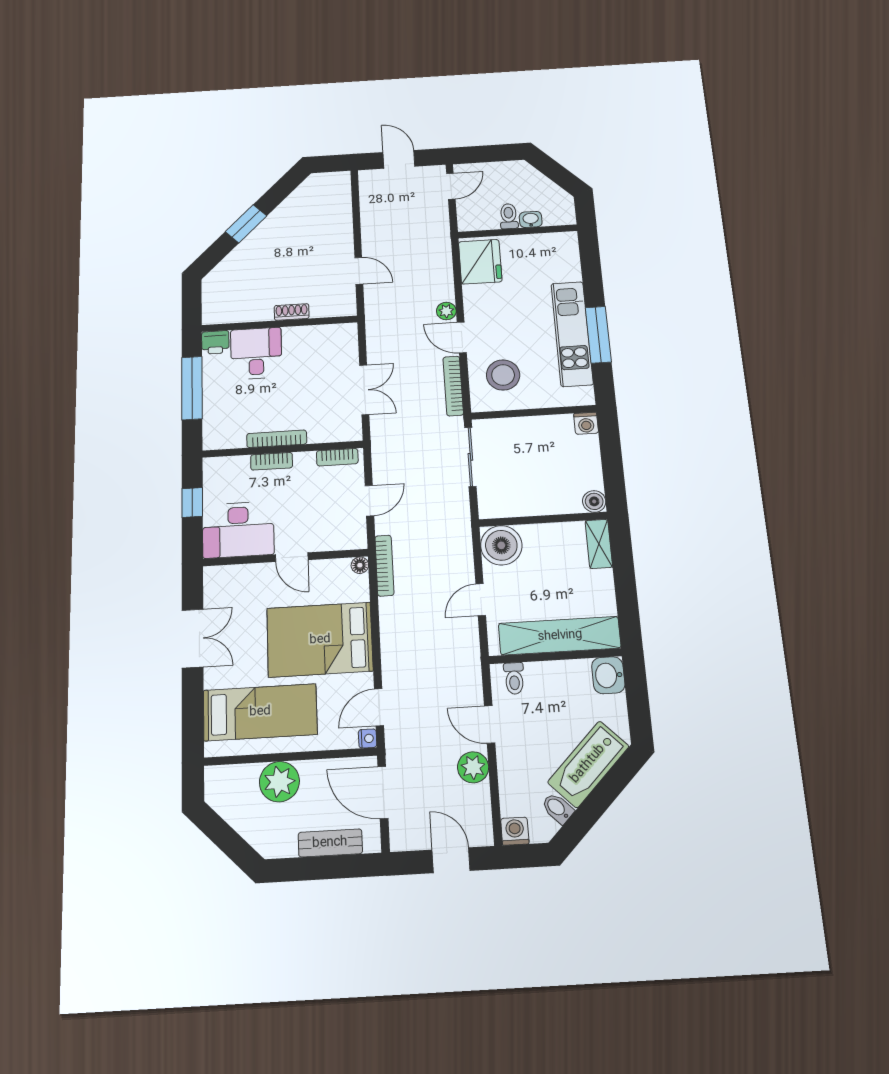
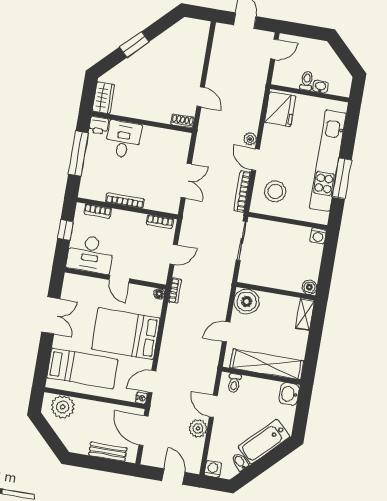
wardrobe: (215, 303) -> (103, 98), added
shoe rack: (292, 312) -> (183, 121), moved
kitchen unit: (572, 334) -> (328, 161), width x1.36
bookcase: (272, 461) -> (98, 211), moved
bookcase: (384, 566) -> (175, 291), width x0.64
plant: (279, 782) -> (63, 407), moved

